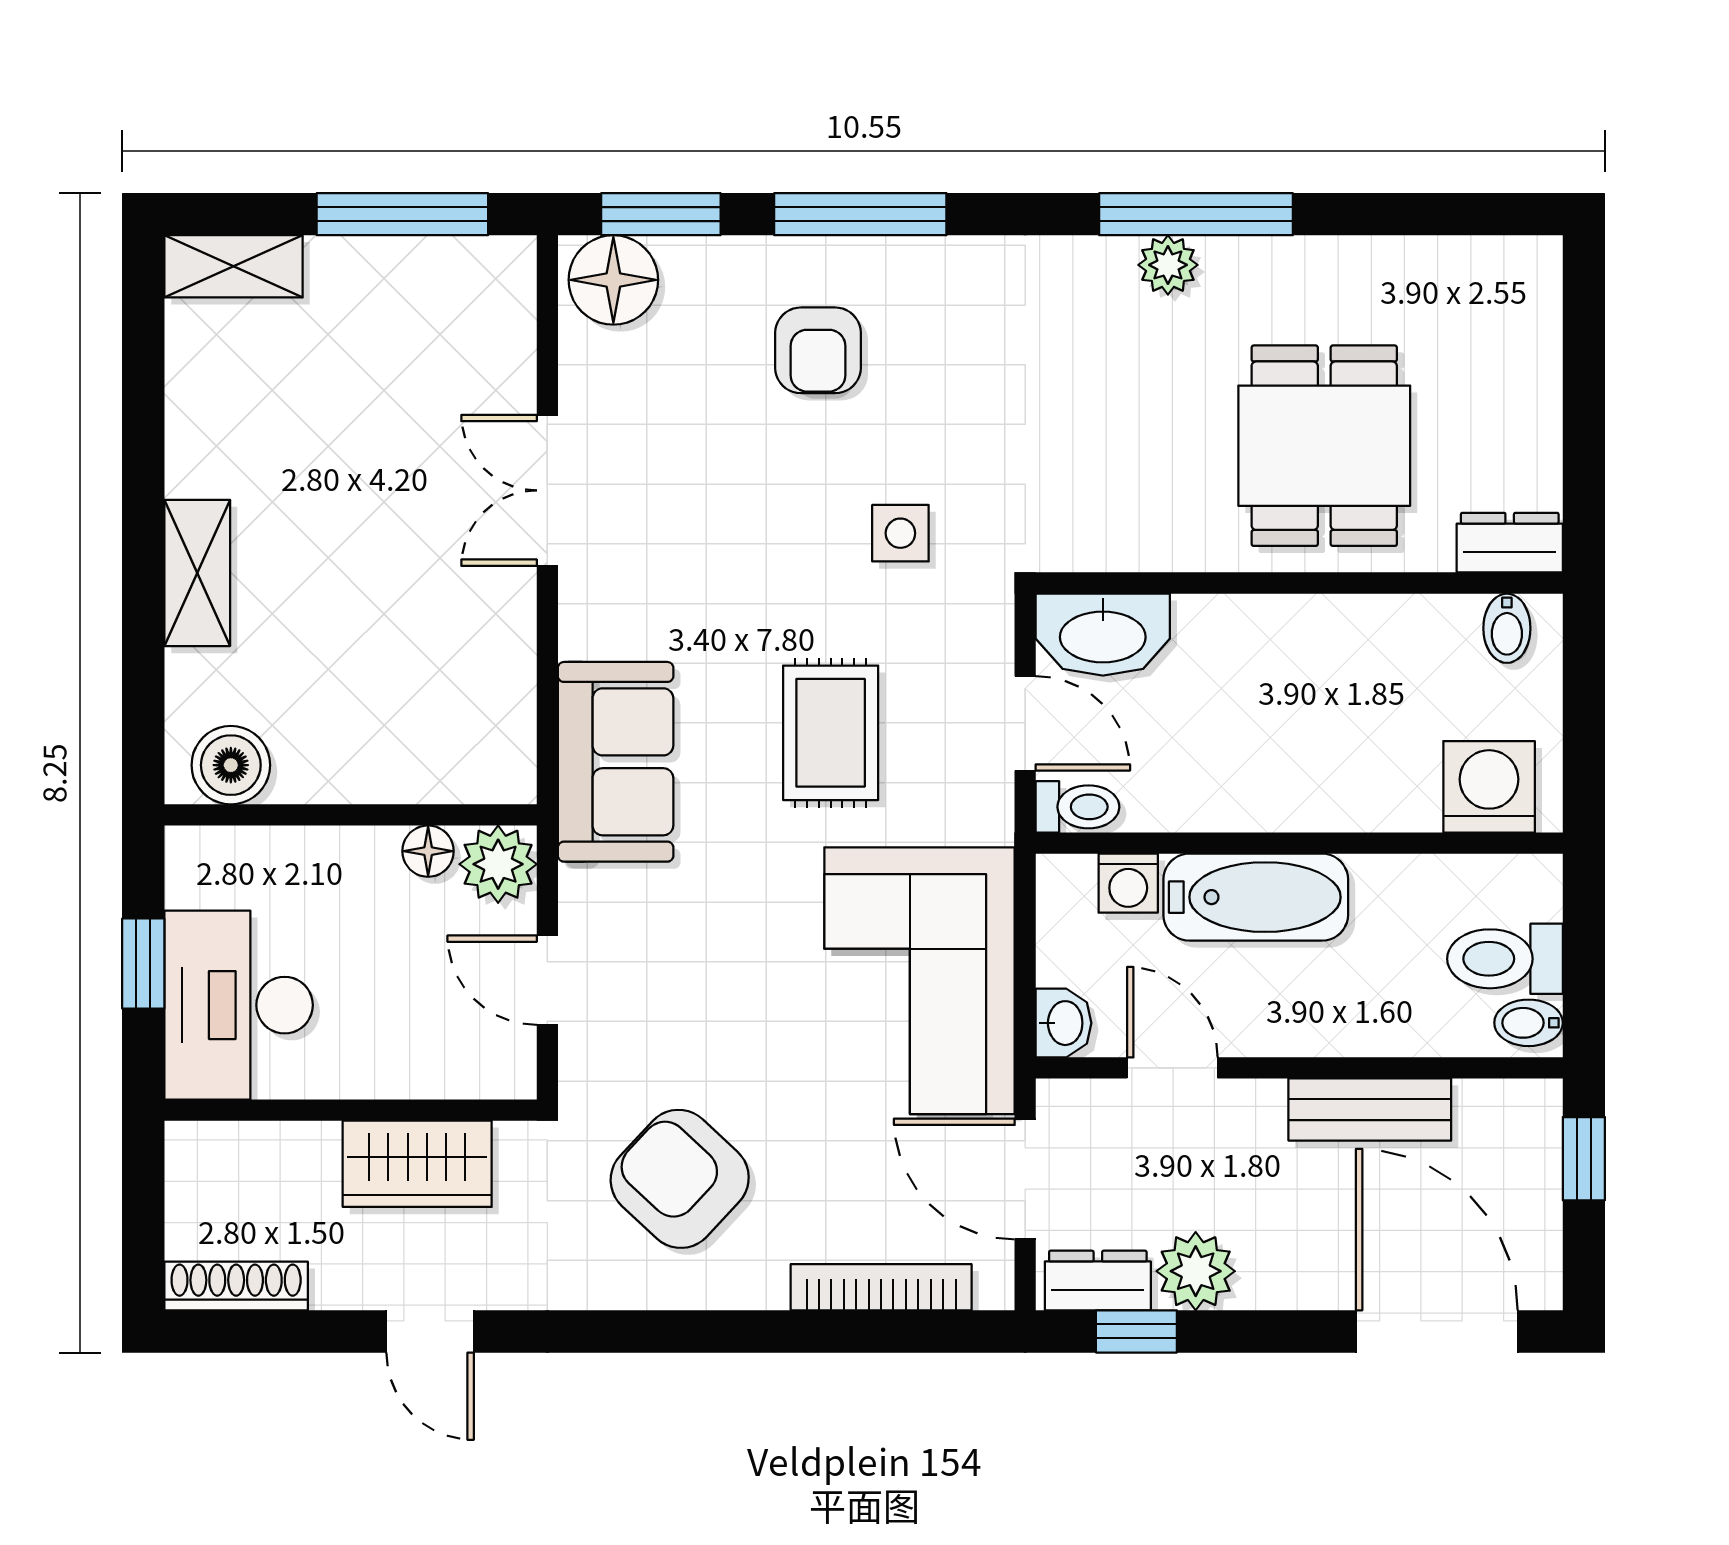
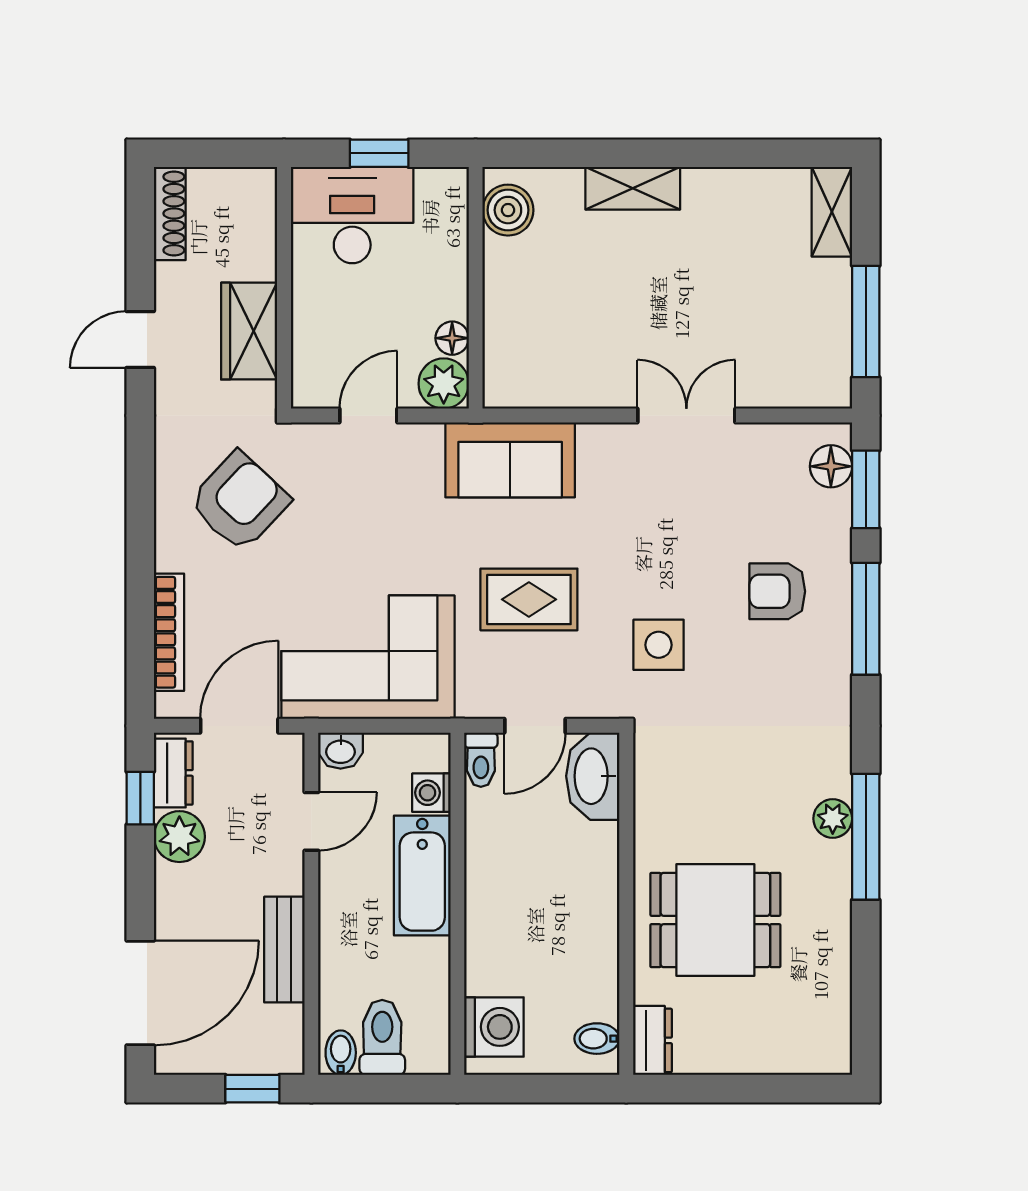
floor lamp: (613, 280) -> (831, 466), width x0.73, depth x0.73
side table: (900, 533) -> (659, 645), width x1.37, depth x1.37

